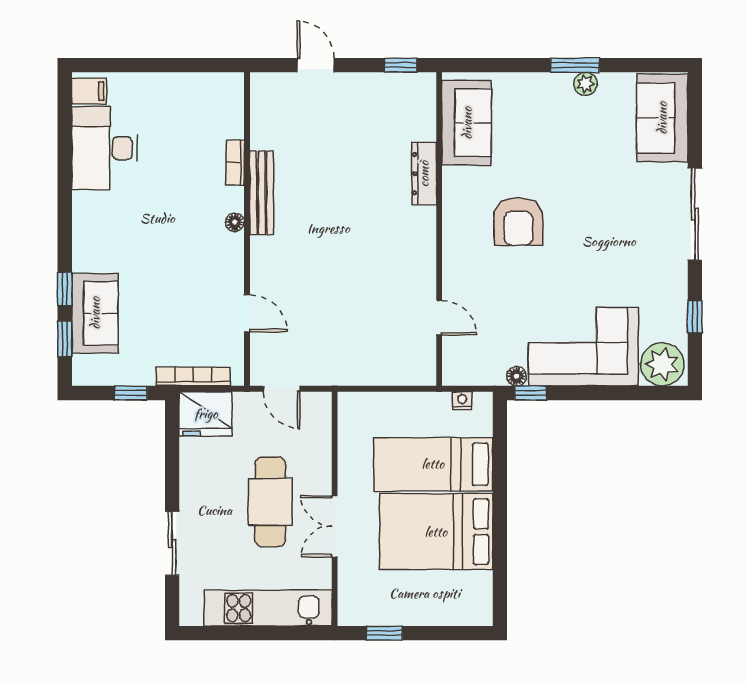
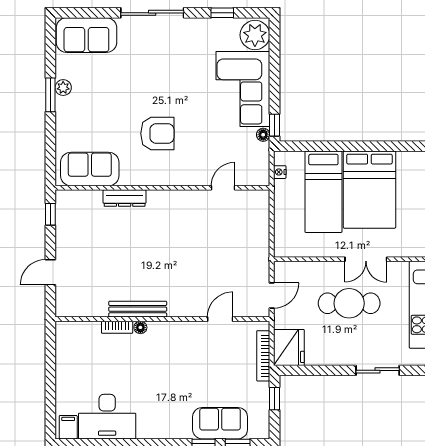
floor lamp: (235, 222) -> (140, 327), moved

